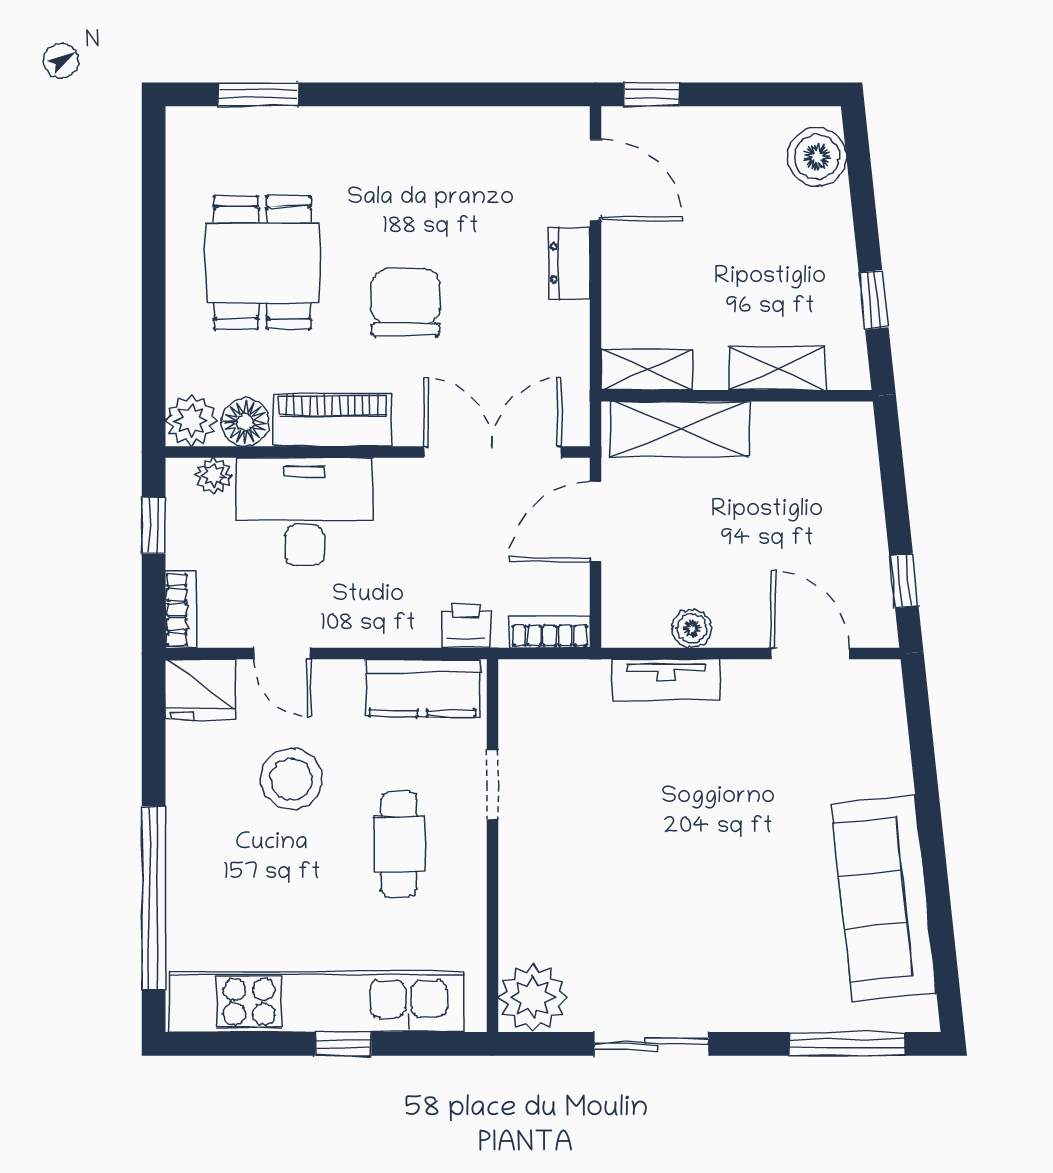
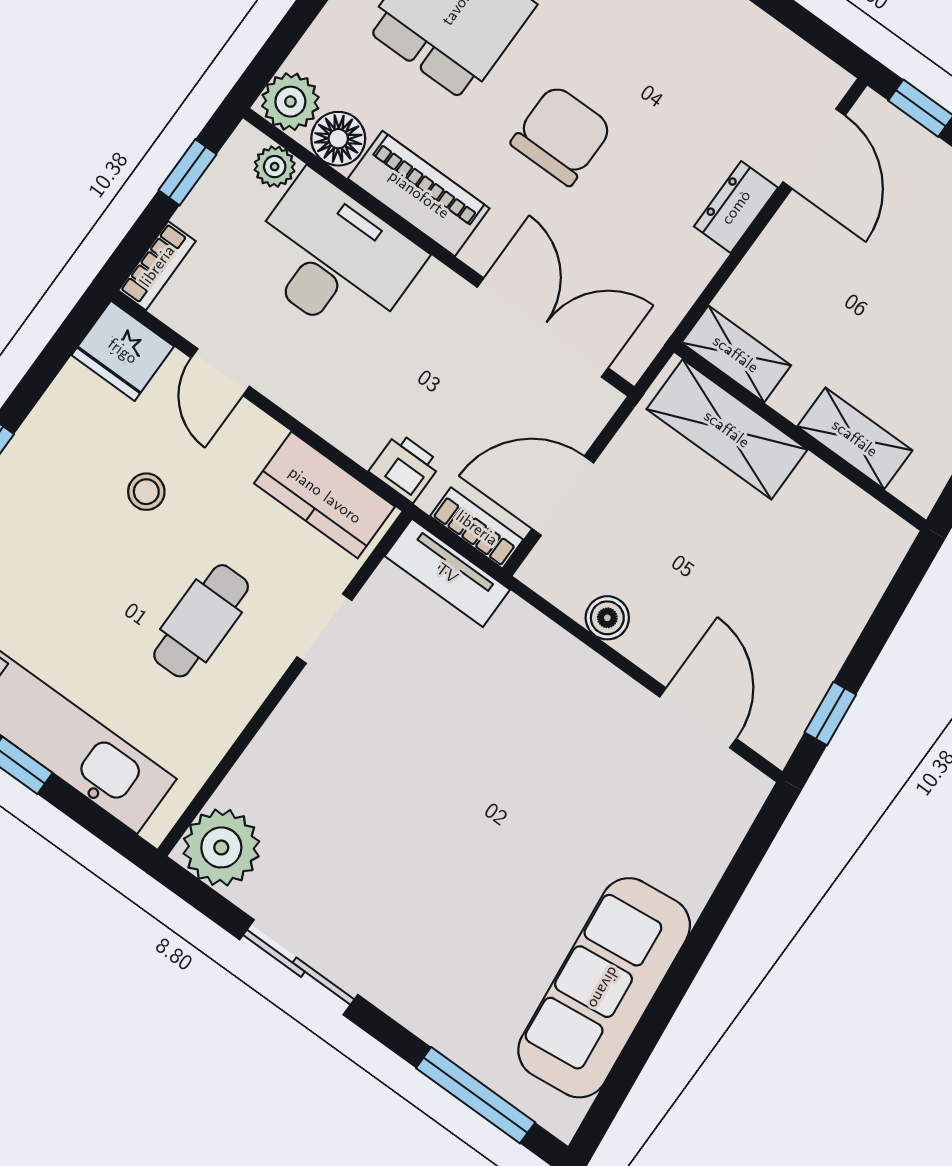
door: (596, 521) -> (563, 496), moved
tv unit: (666, 680) -> (447, 573), moved
stool: (291, 779) -> (146, 492), width x0.53, depth x0.53

